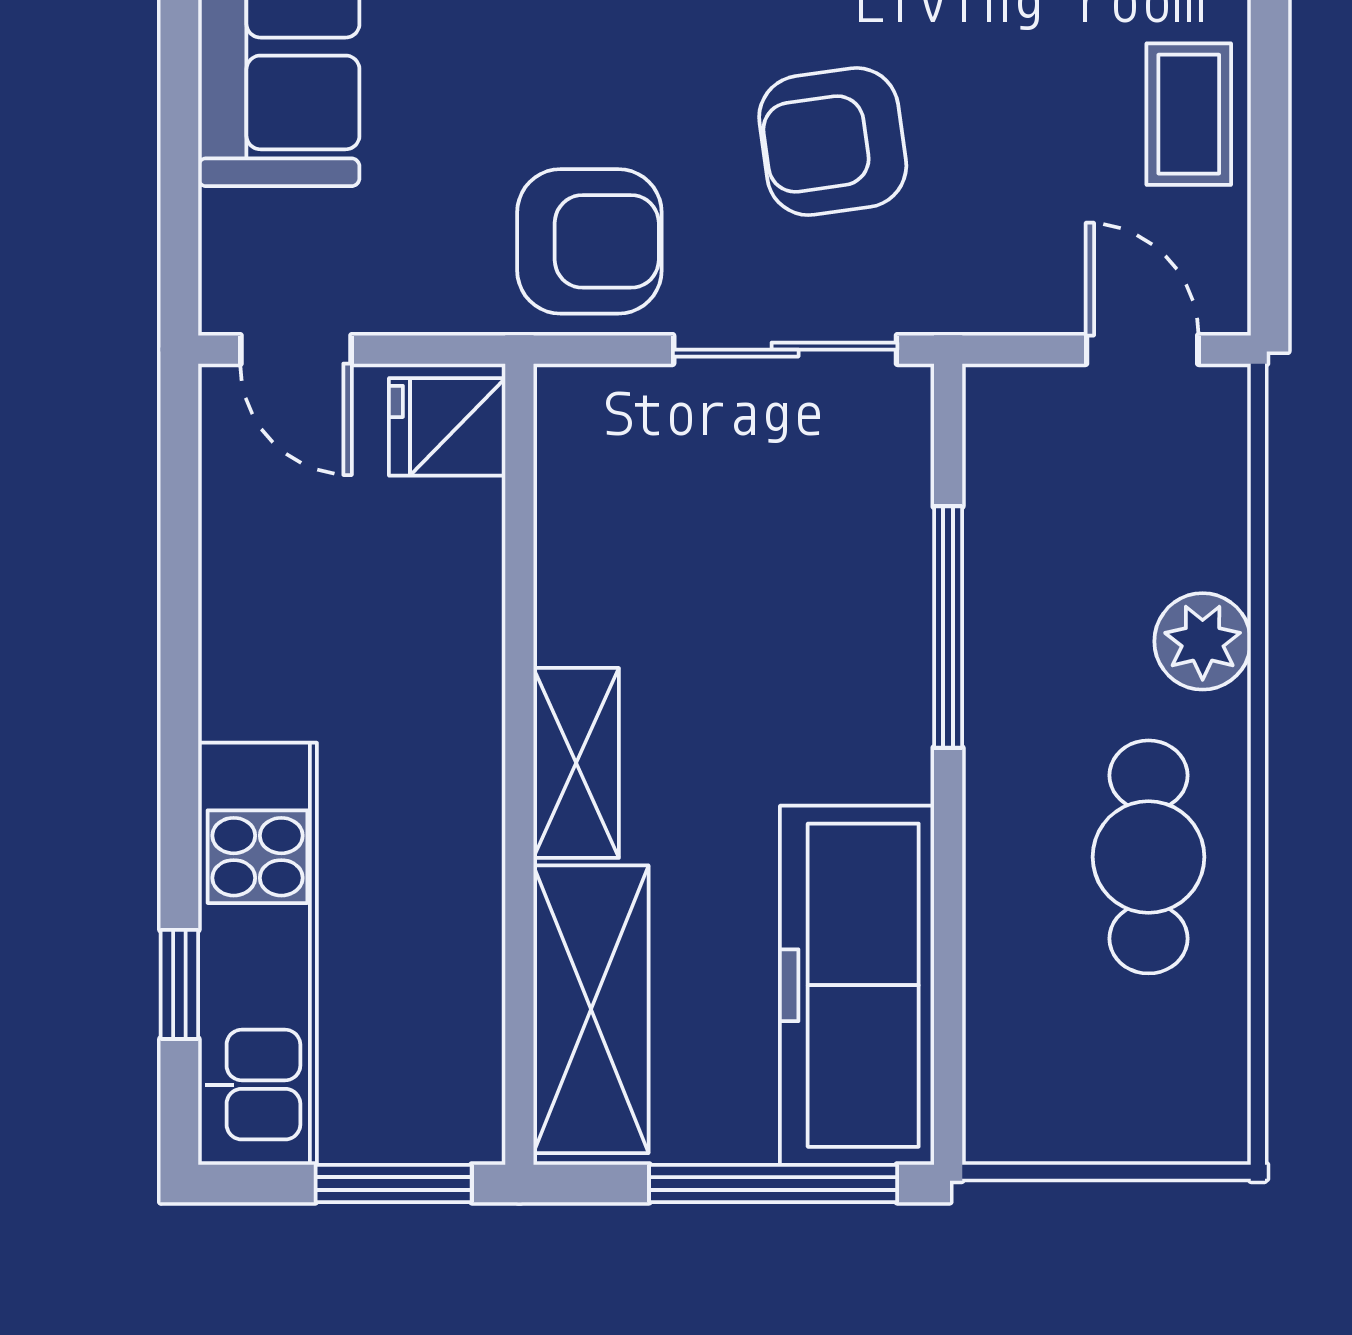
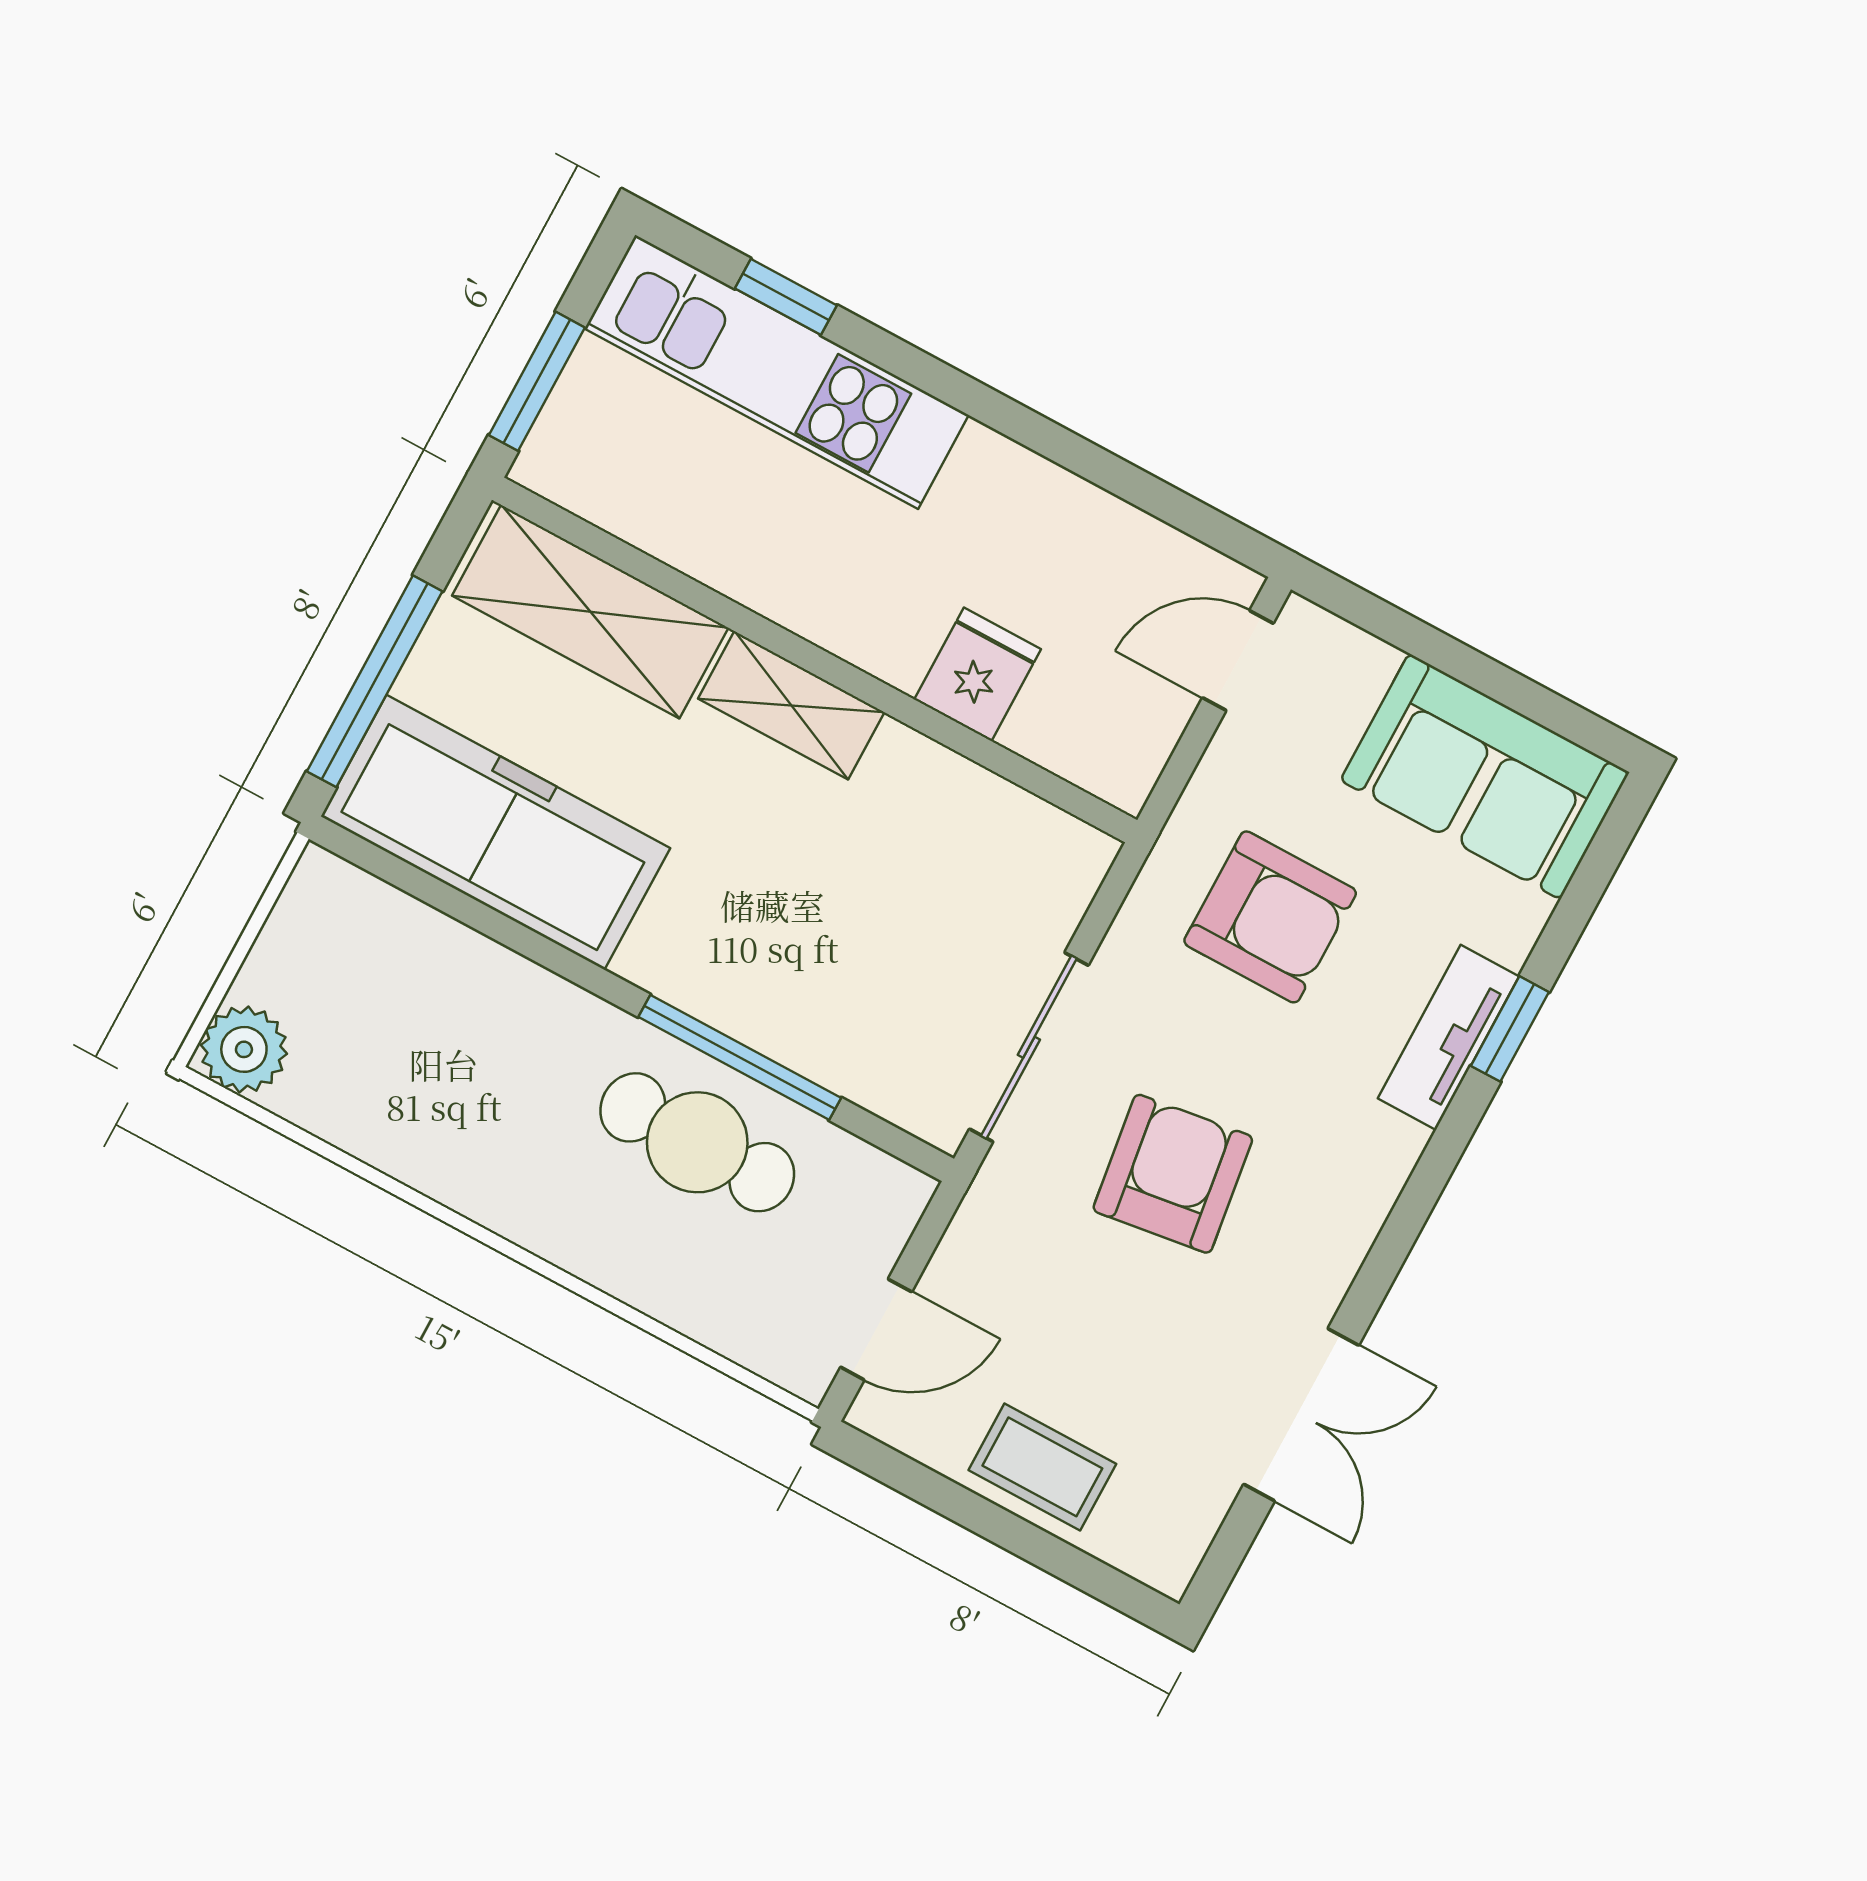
armchair: (589, 241) -> (1270, 917), moved, turned -90
fridge: (447, 427) -> (978, 674), moved
plant: (1203, 641) -> (244, 1049), moved
cafe table: (1148, 857) -> (697, 1142), moved

